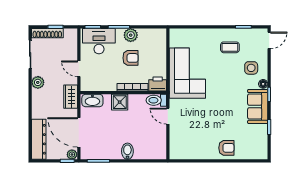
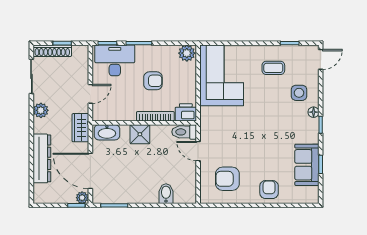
plant: (131, 35) -> (187, 53), moved
door: (79, 69) -> (90, 94), swing flipped
corner sofa: (187, 73) -> (222, 75), moved
sofa: (258, 106) -> (307, 165), moved
dresser: (39, 139) -> (42, 158), moved
armchair: (192, 139) -> (227, 179), added
armchair: (226, 148) -> (269, 190), turned -90
bidet: (127, 151) -> (166, 194), moved

